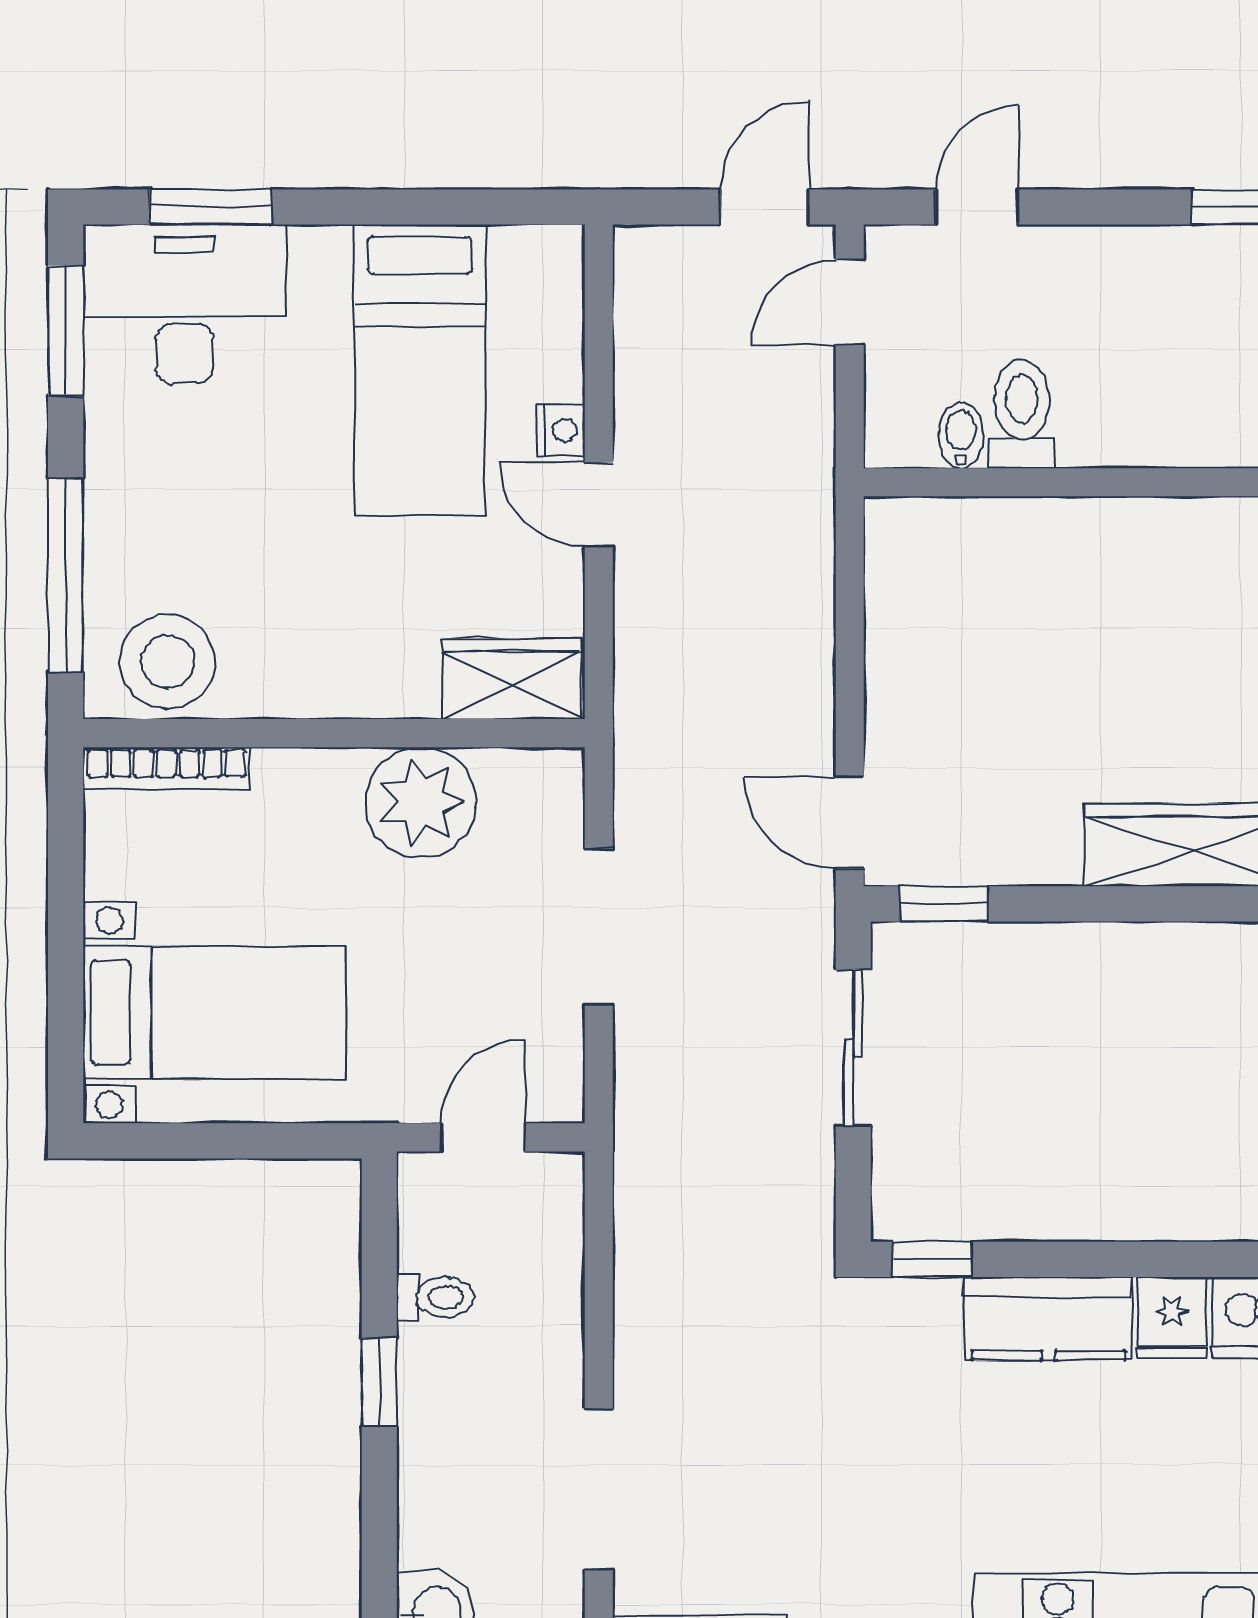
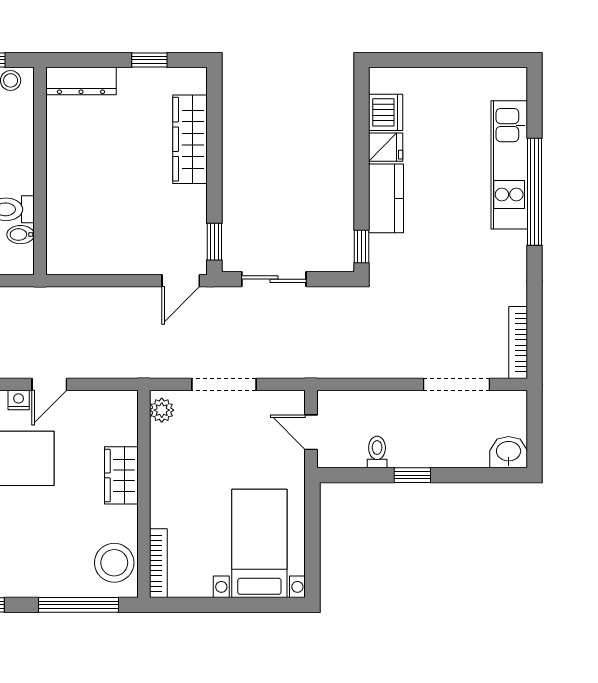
wardrobe: (512, 679) -> (121, 475), moved
plant: (421, 802) -> (162, 410), moved, width x0.53, depth x0.53

